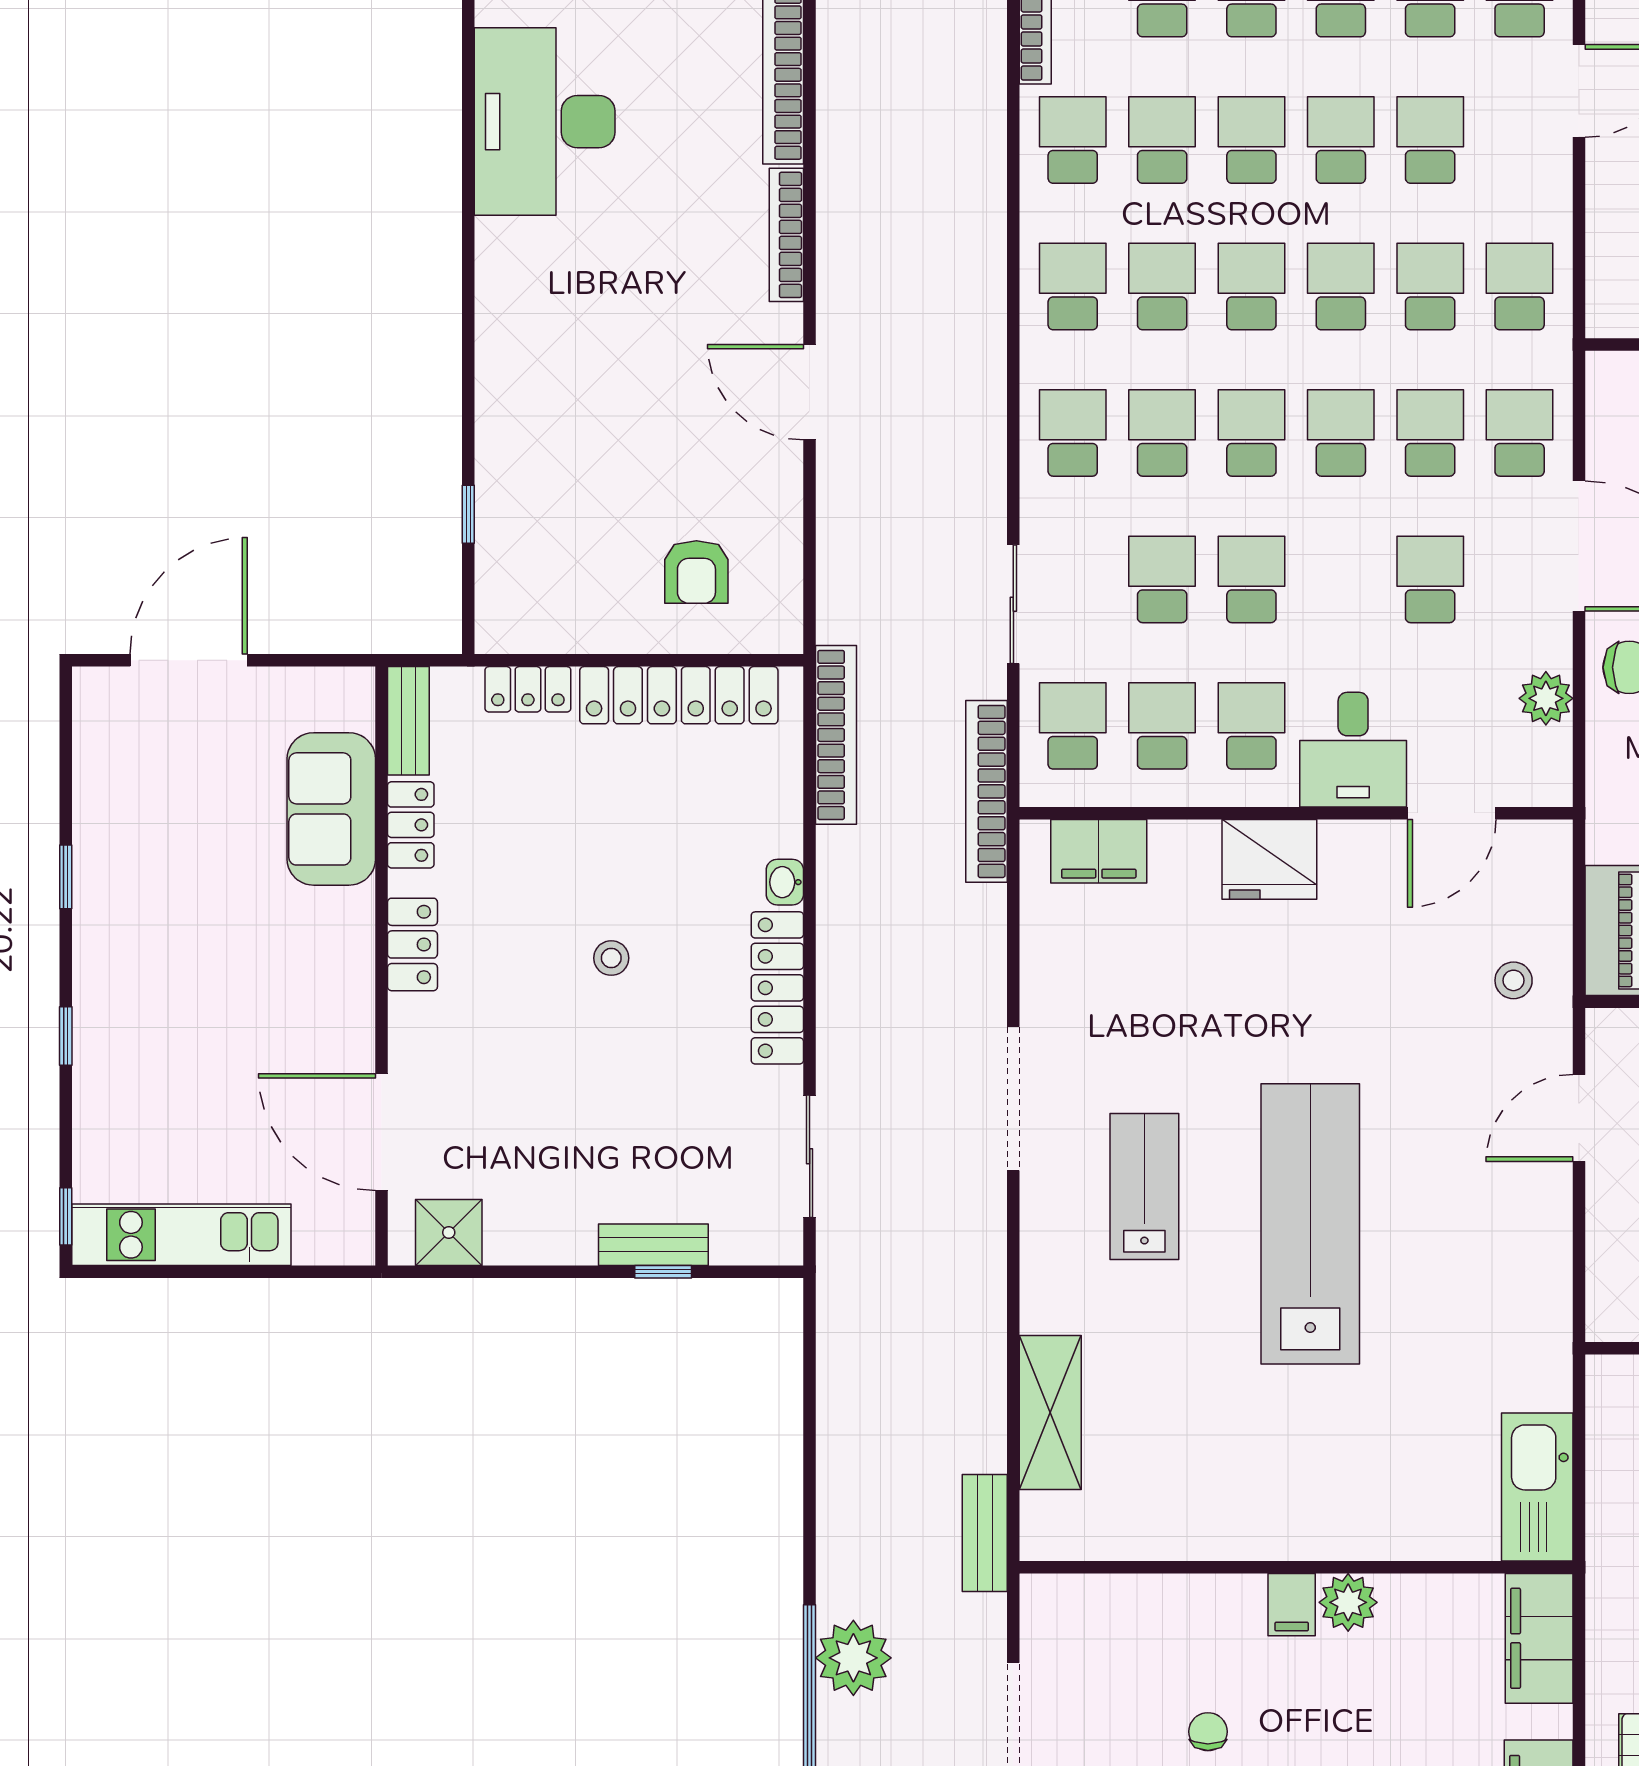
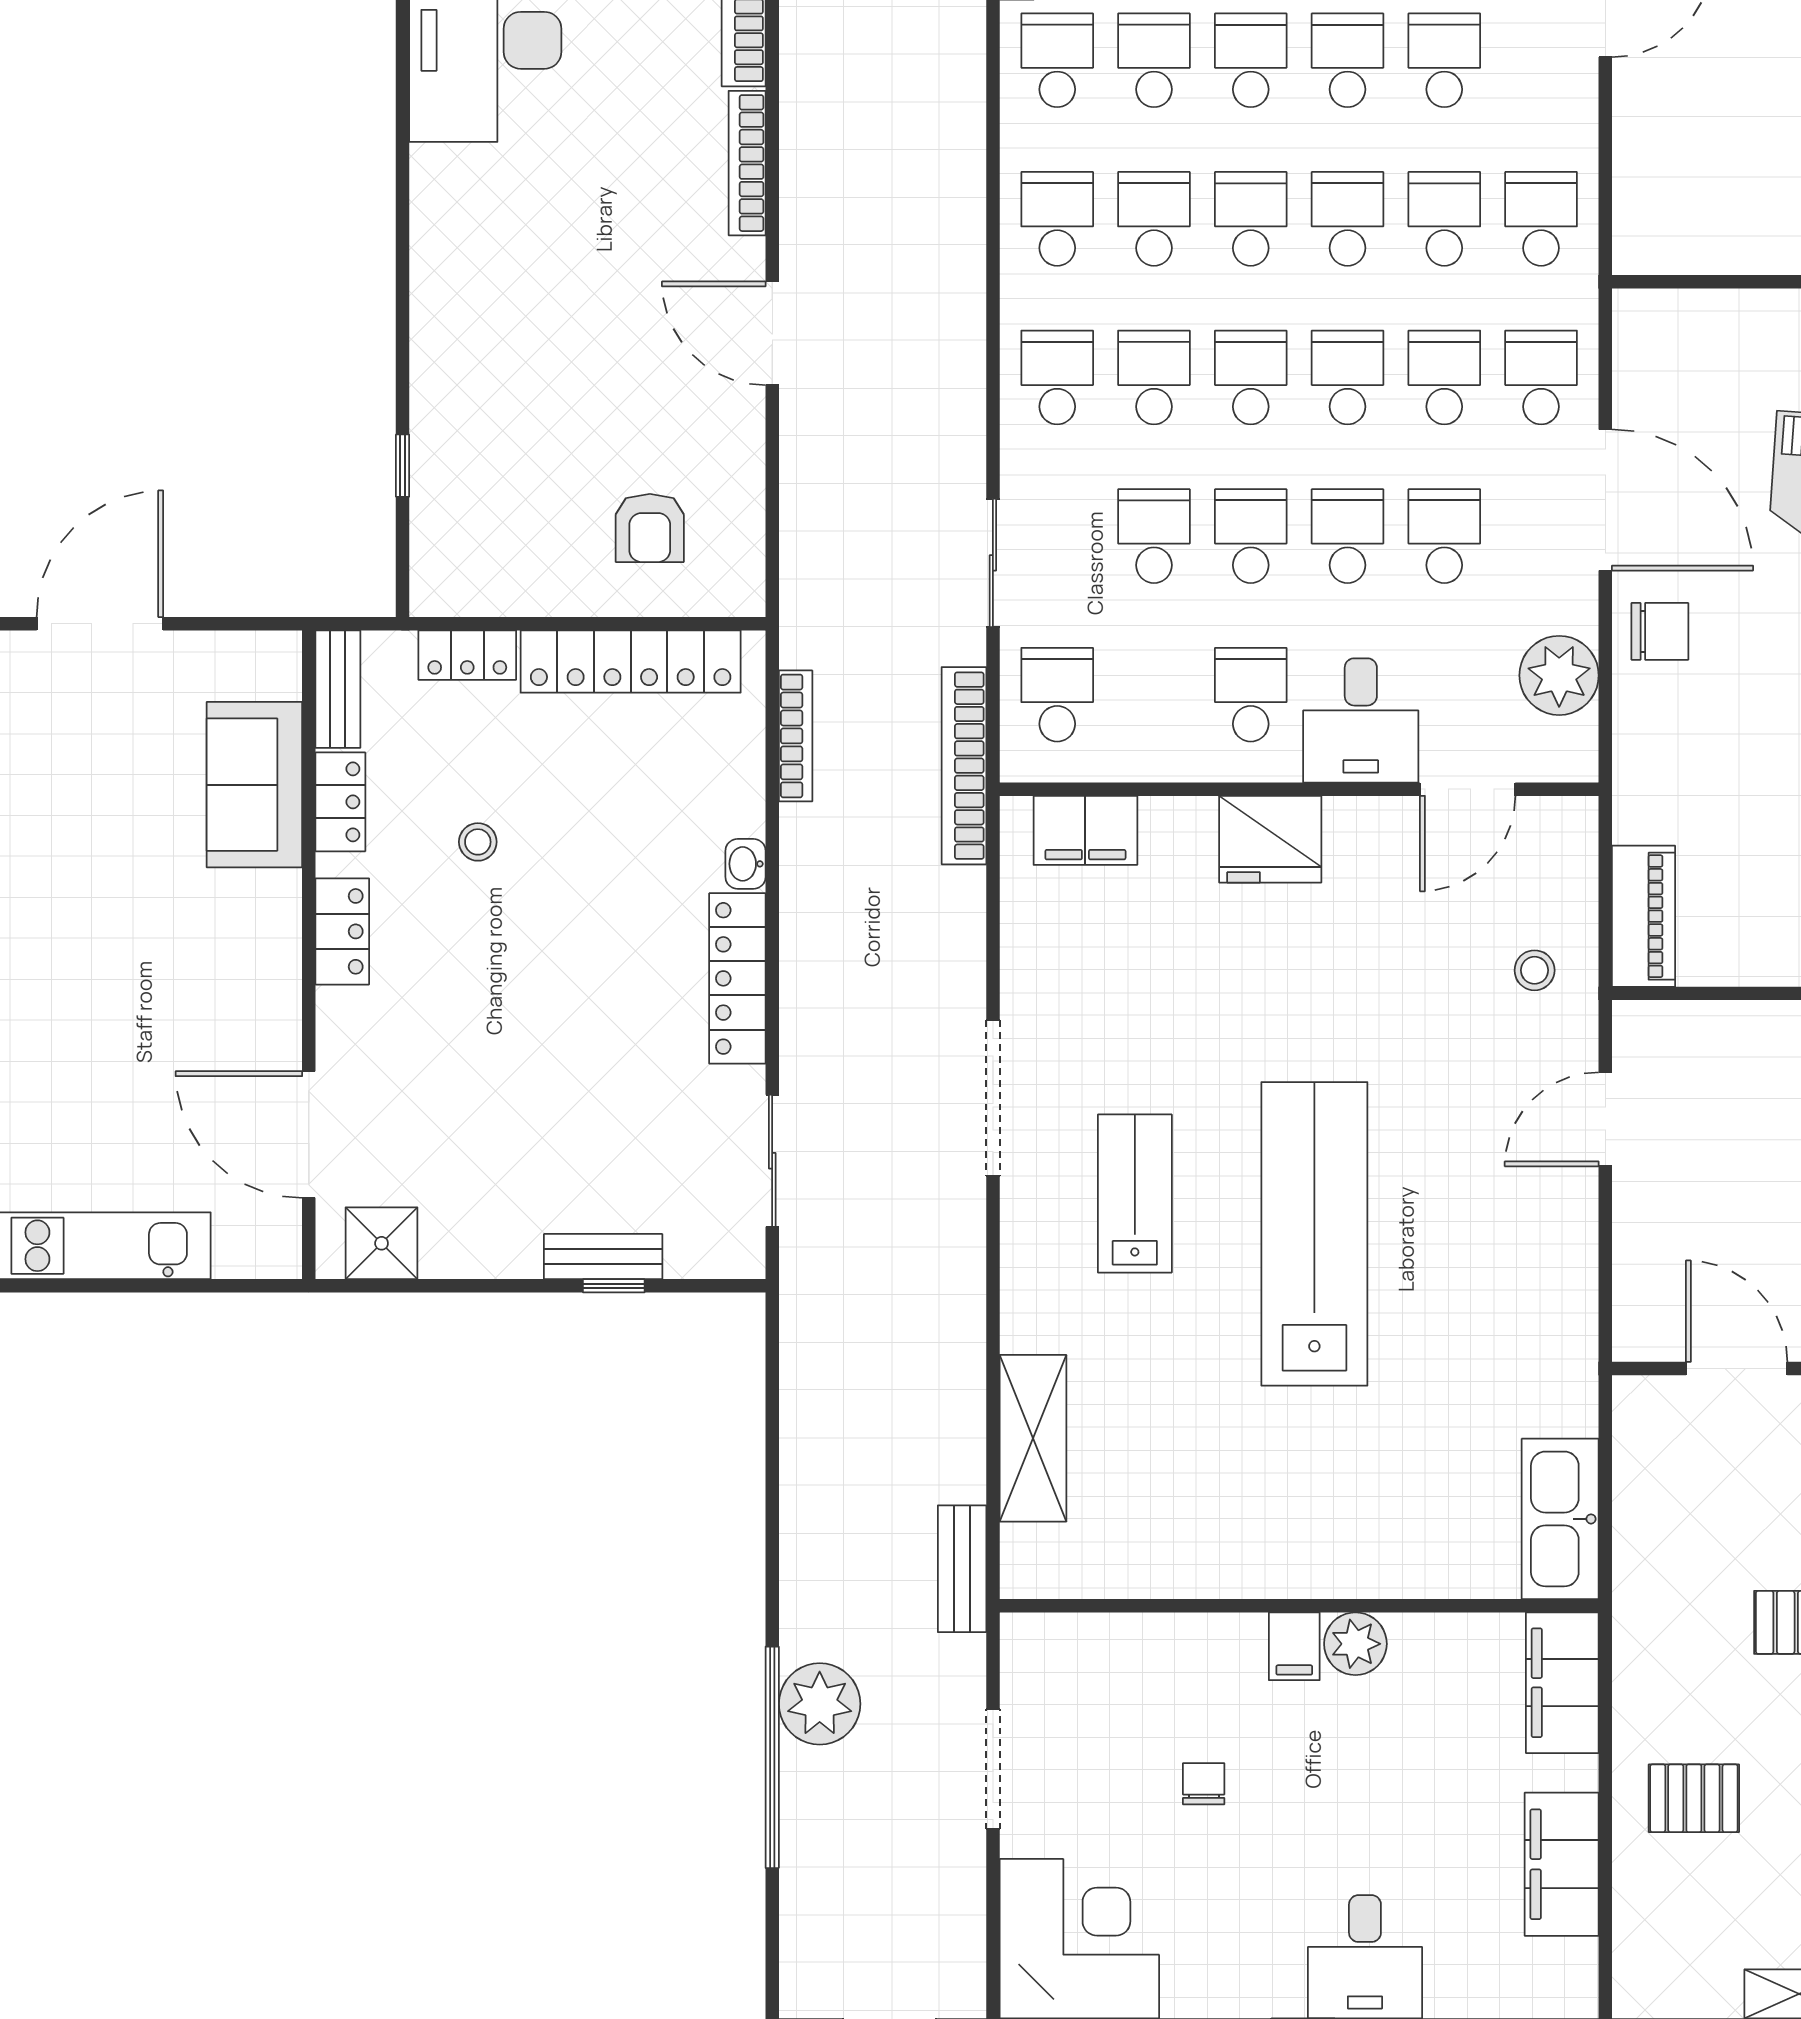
plant: (1546, 698) -> (1559, 675), width x1.36, depth x1.36
school desk: (1162, 726) -> (1348, 536), moved
bookcase: (836, 735) -> (796, 736), width x0.68, depth x0.76
stool: (611, 958) -> (478, 842), moved

